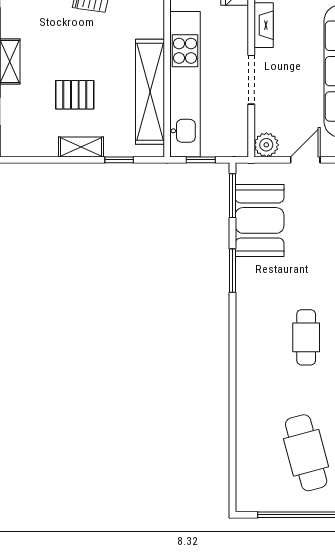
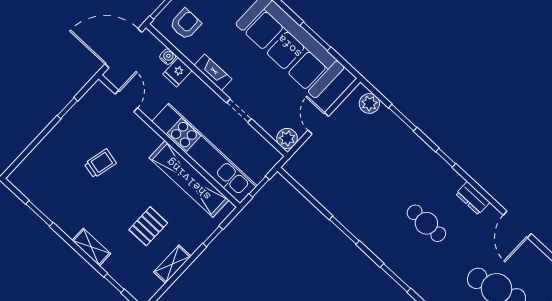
doorway: (251, 80) -> (239, 111), width x0.73
shelving: (81, 147) -> (172, 264), moved
window: (233, 196) -> (395, 278), moved
booth: (260, 220) -> (329, 185), removed

